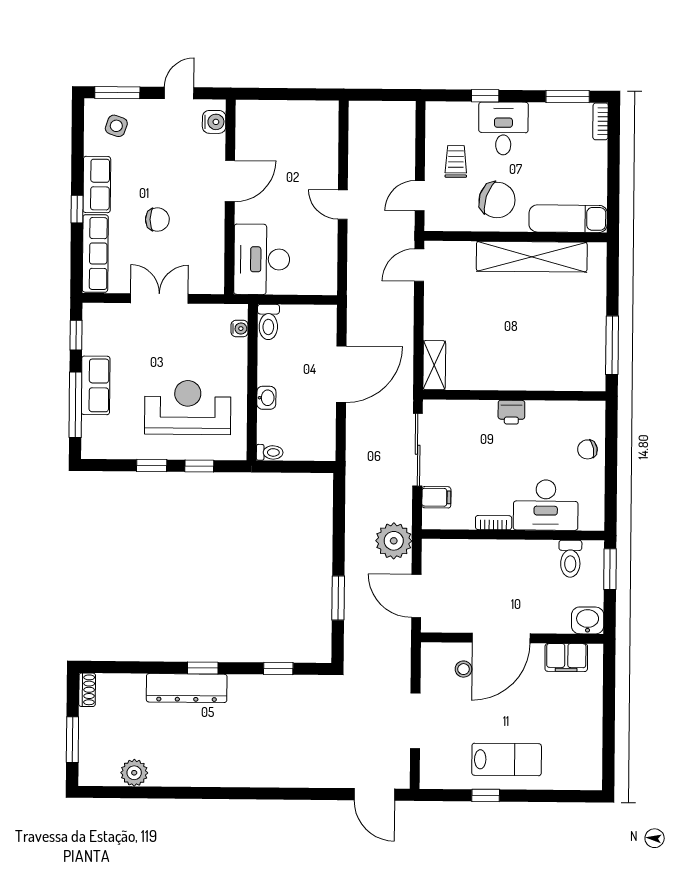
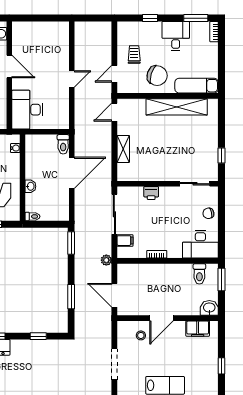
desk: (503, 128) -> (176, 36), moved
door: (230, 181) -> (9, 66), hinge flipped
door: (343, 205) -> (72, 79), swing flipped
toilet: (268, 322) -> (63, 144), moved
window: (612, 345) -> (221, 155), width x0.46
shelving: (434, 365) -> (123, 149), moved
sliding door: (564, 396) -> (195, 184), added
printer: (511, 412) -> (151, 193), moved
window: (339, 501) -> (71, 243), added
desk: (546, 505) -> (200, 244), moved
plant: (394, 541) -> (106, 260), width x0.53, depth x0.53
door: (501, 638) -> (161, 318), width x0.73
window: (609, 725) -> (221, 366), added

